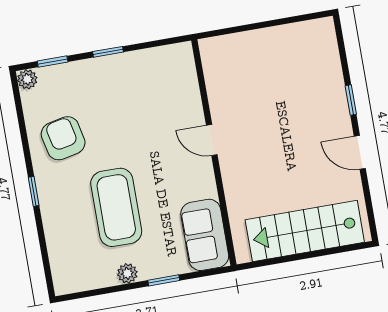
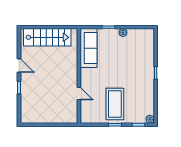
armchair: (63, 138) -> (140, 93), removed
door: (212, 140) -> (79, 94), moved
coffee table: (116, 207) -> (115, 104), moved
sofa: (205, 235) -> (88, 48), width x1.36

